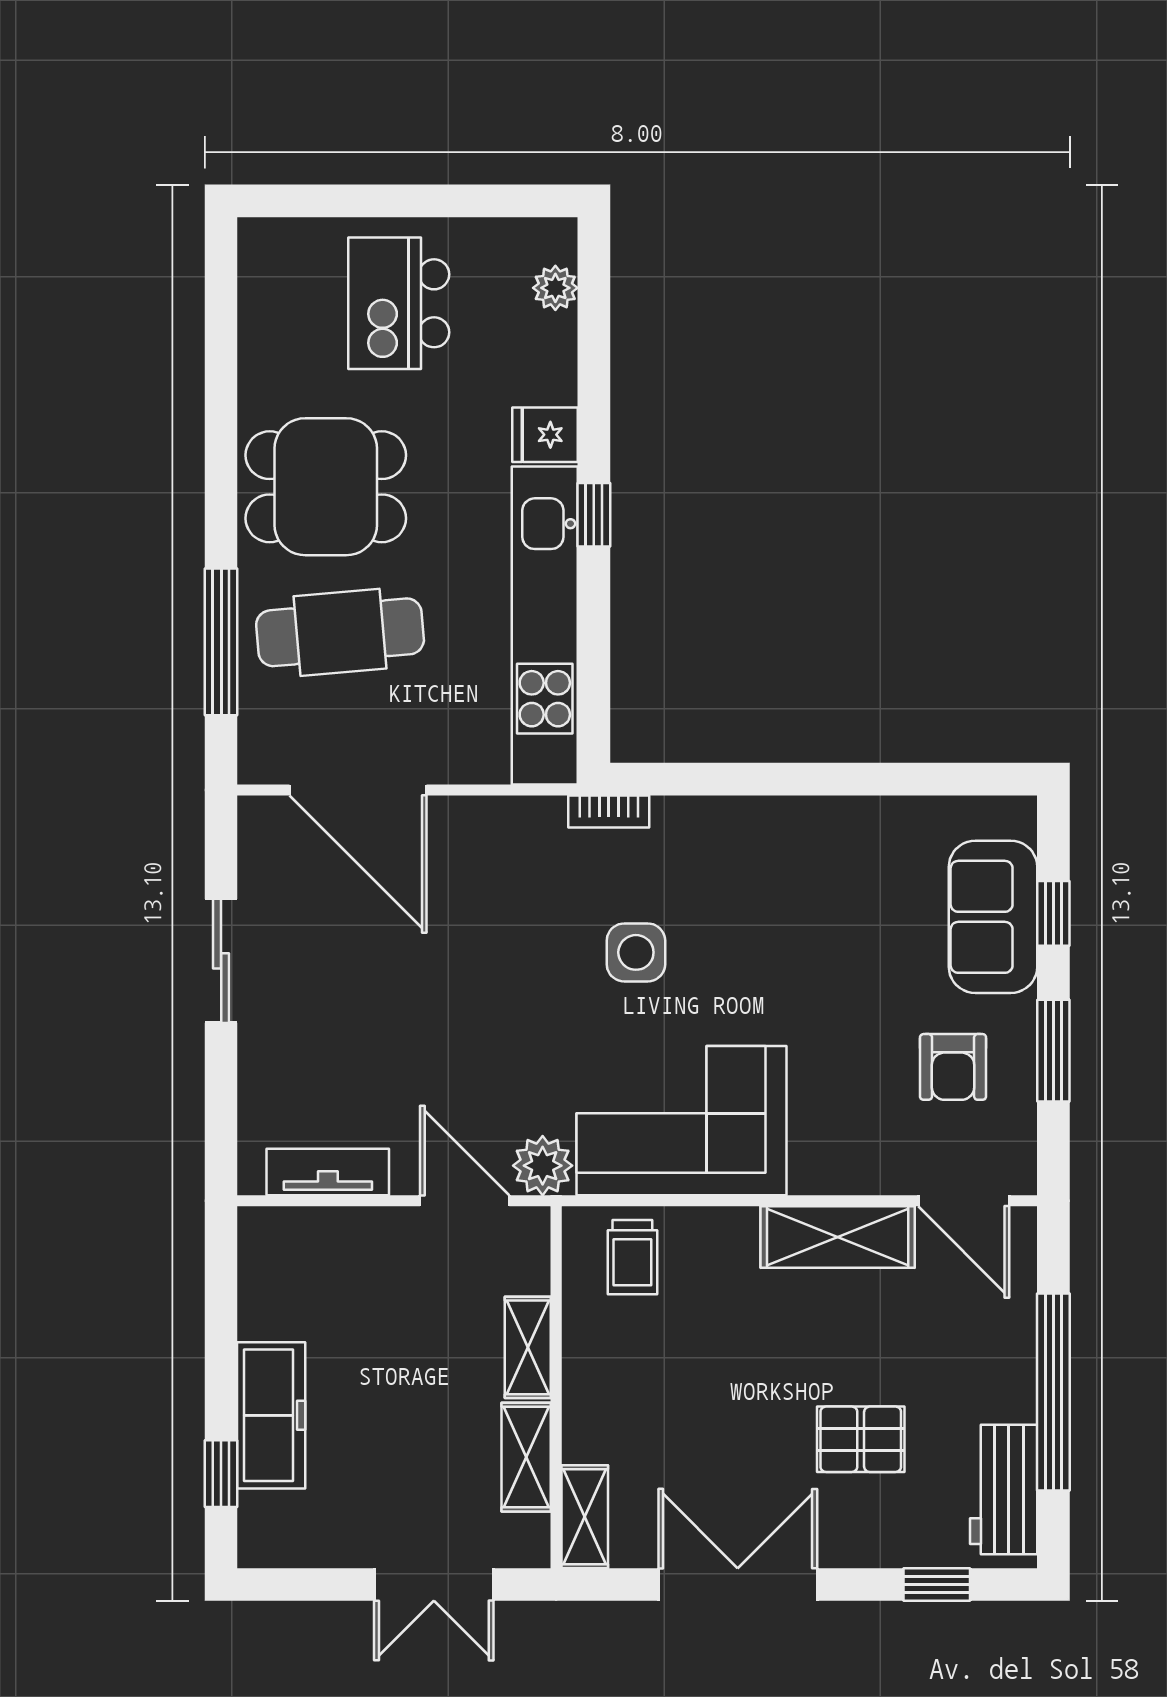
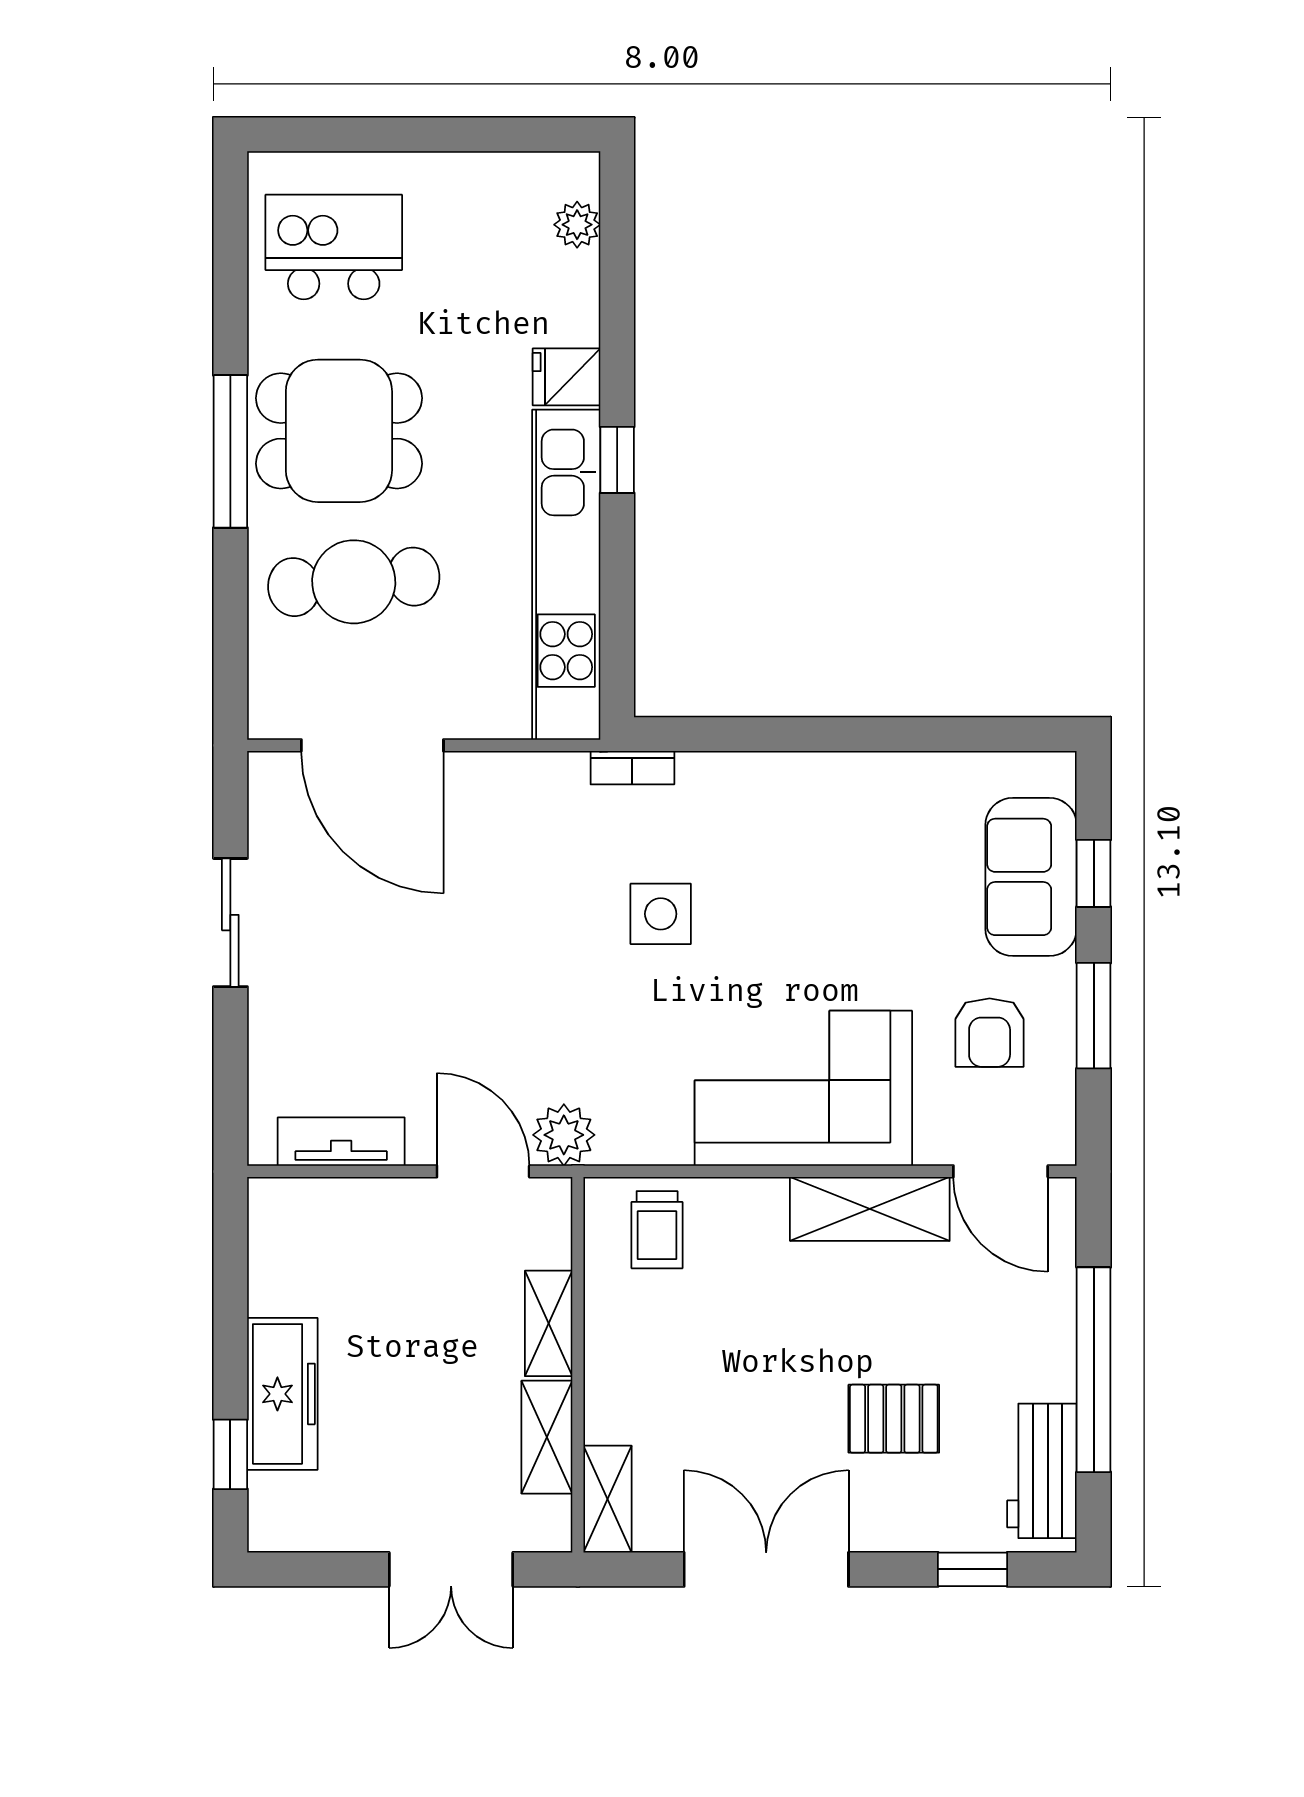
kitchen island: (399, 303) -> (334, 247), moved, turned 90
window: (221, 642) -> (230, 451), moved
corner sofa: (682, 1121) -> (803, 1088), moved

